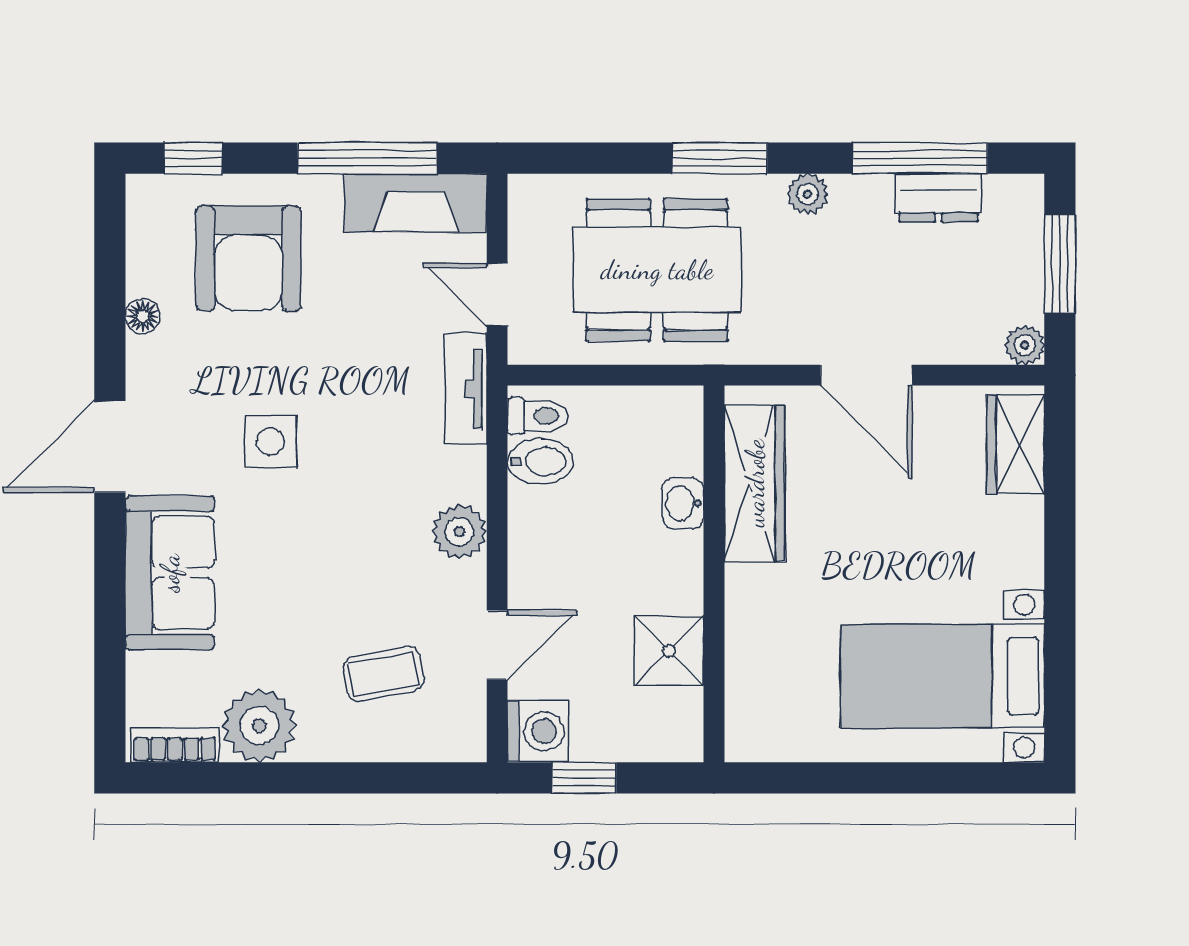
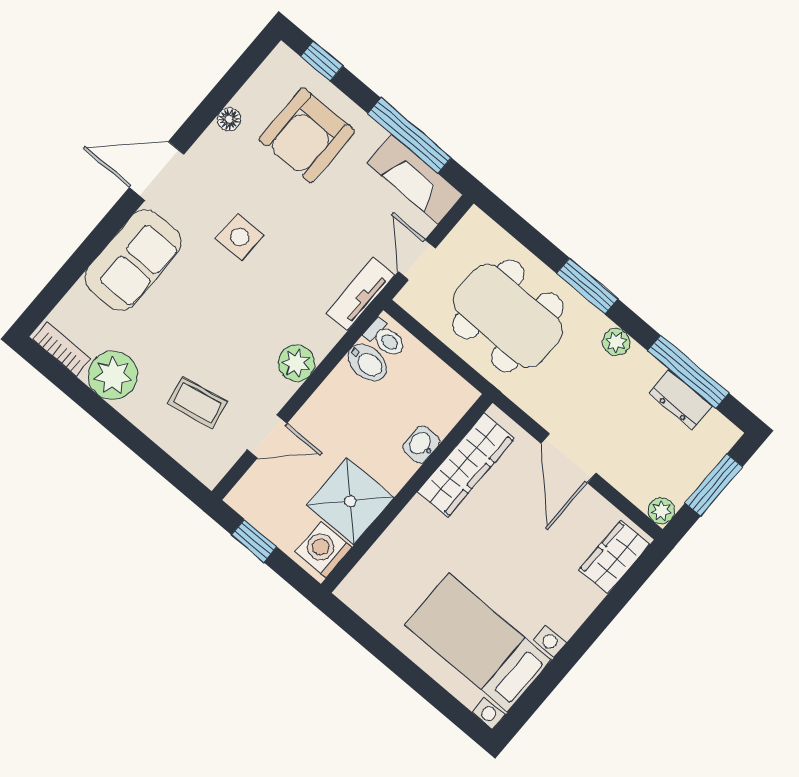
shower: (669, 651) -> (350, 501), width x1.36, depth x1.36
washing machine: (538, 731) -> (324, 550), moved, turned 180

